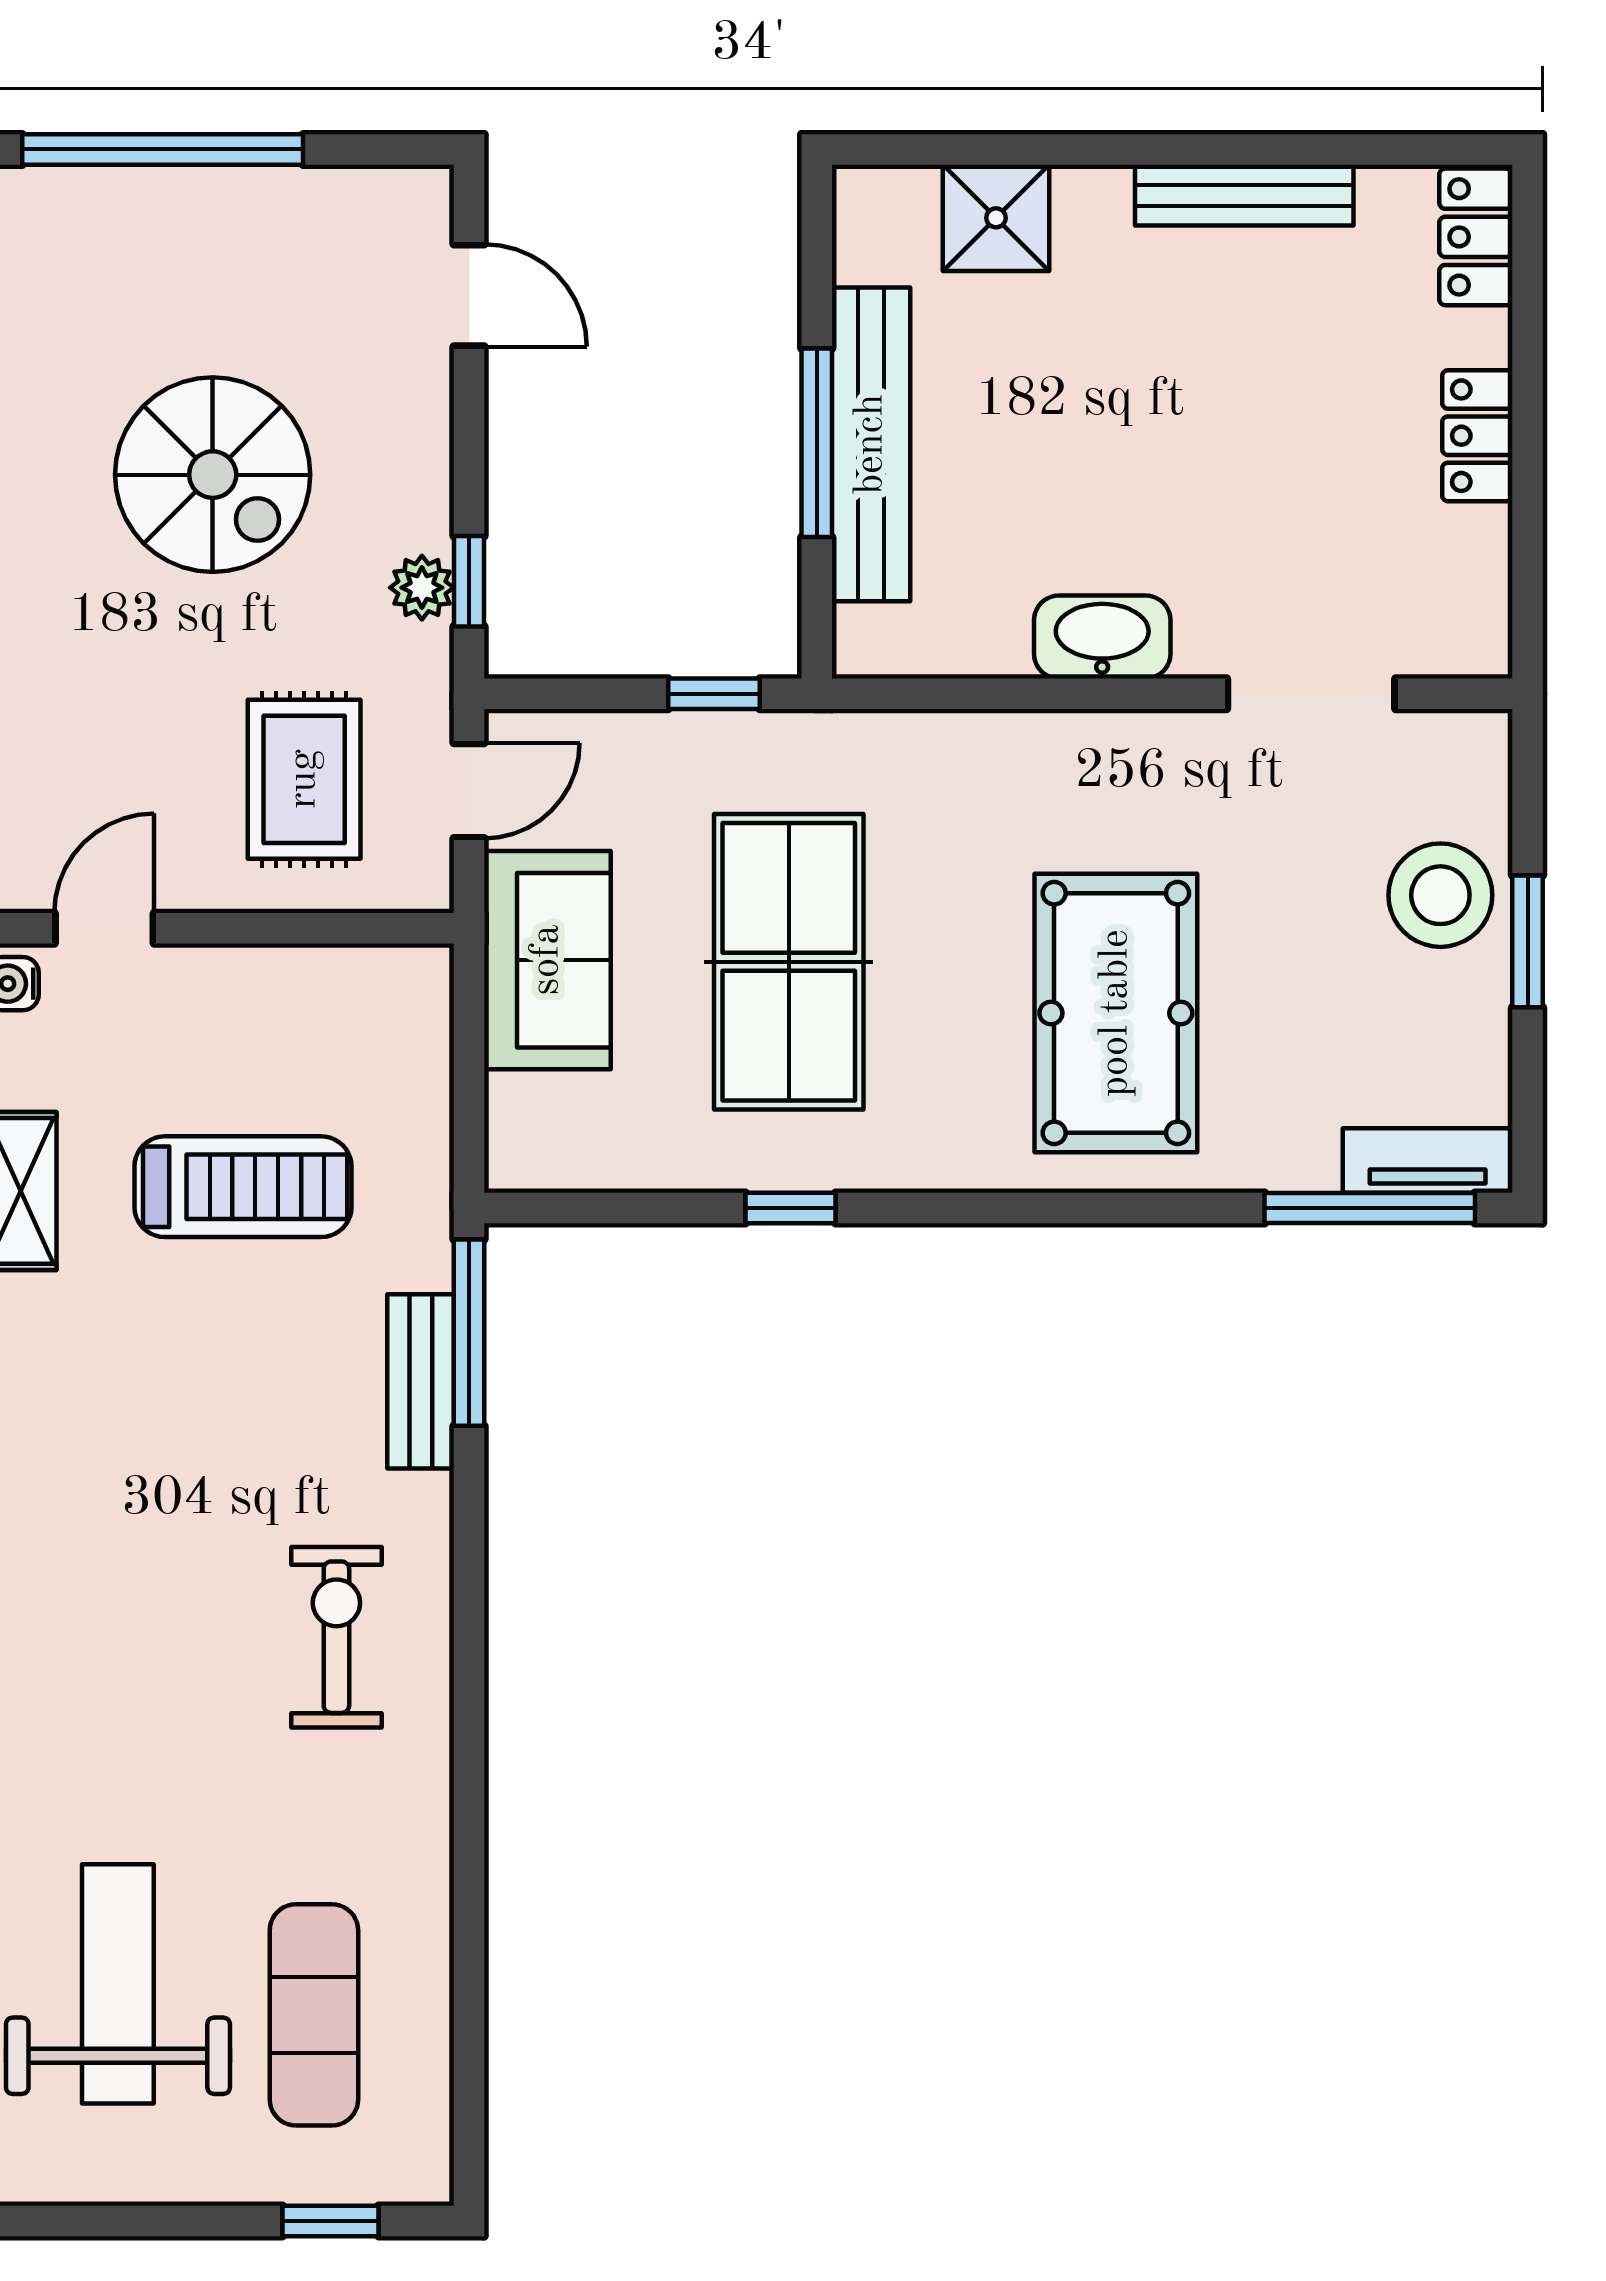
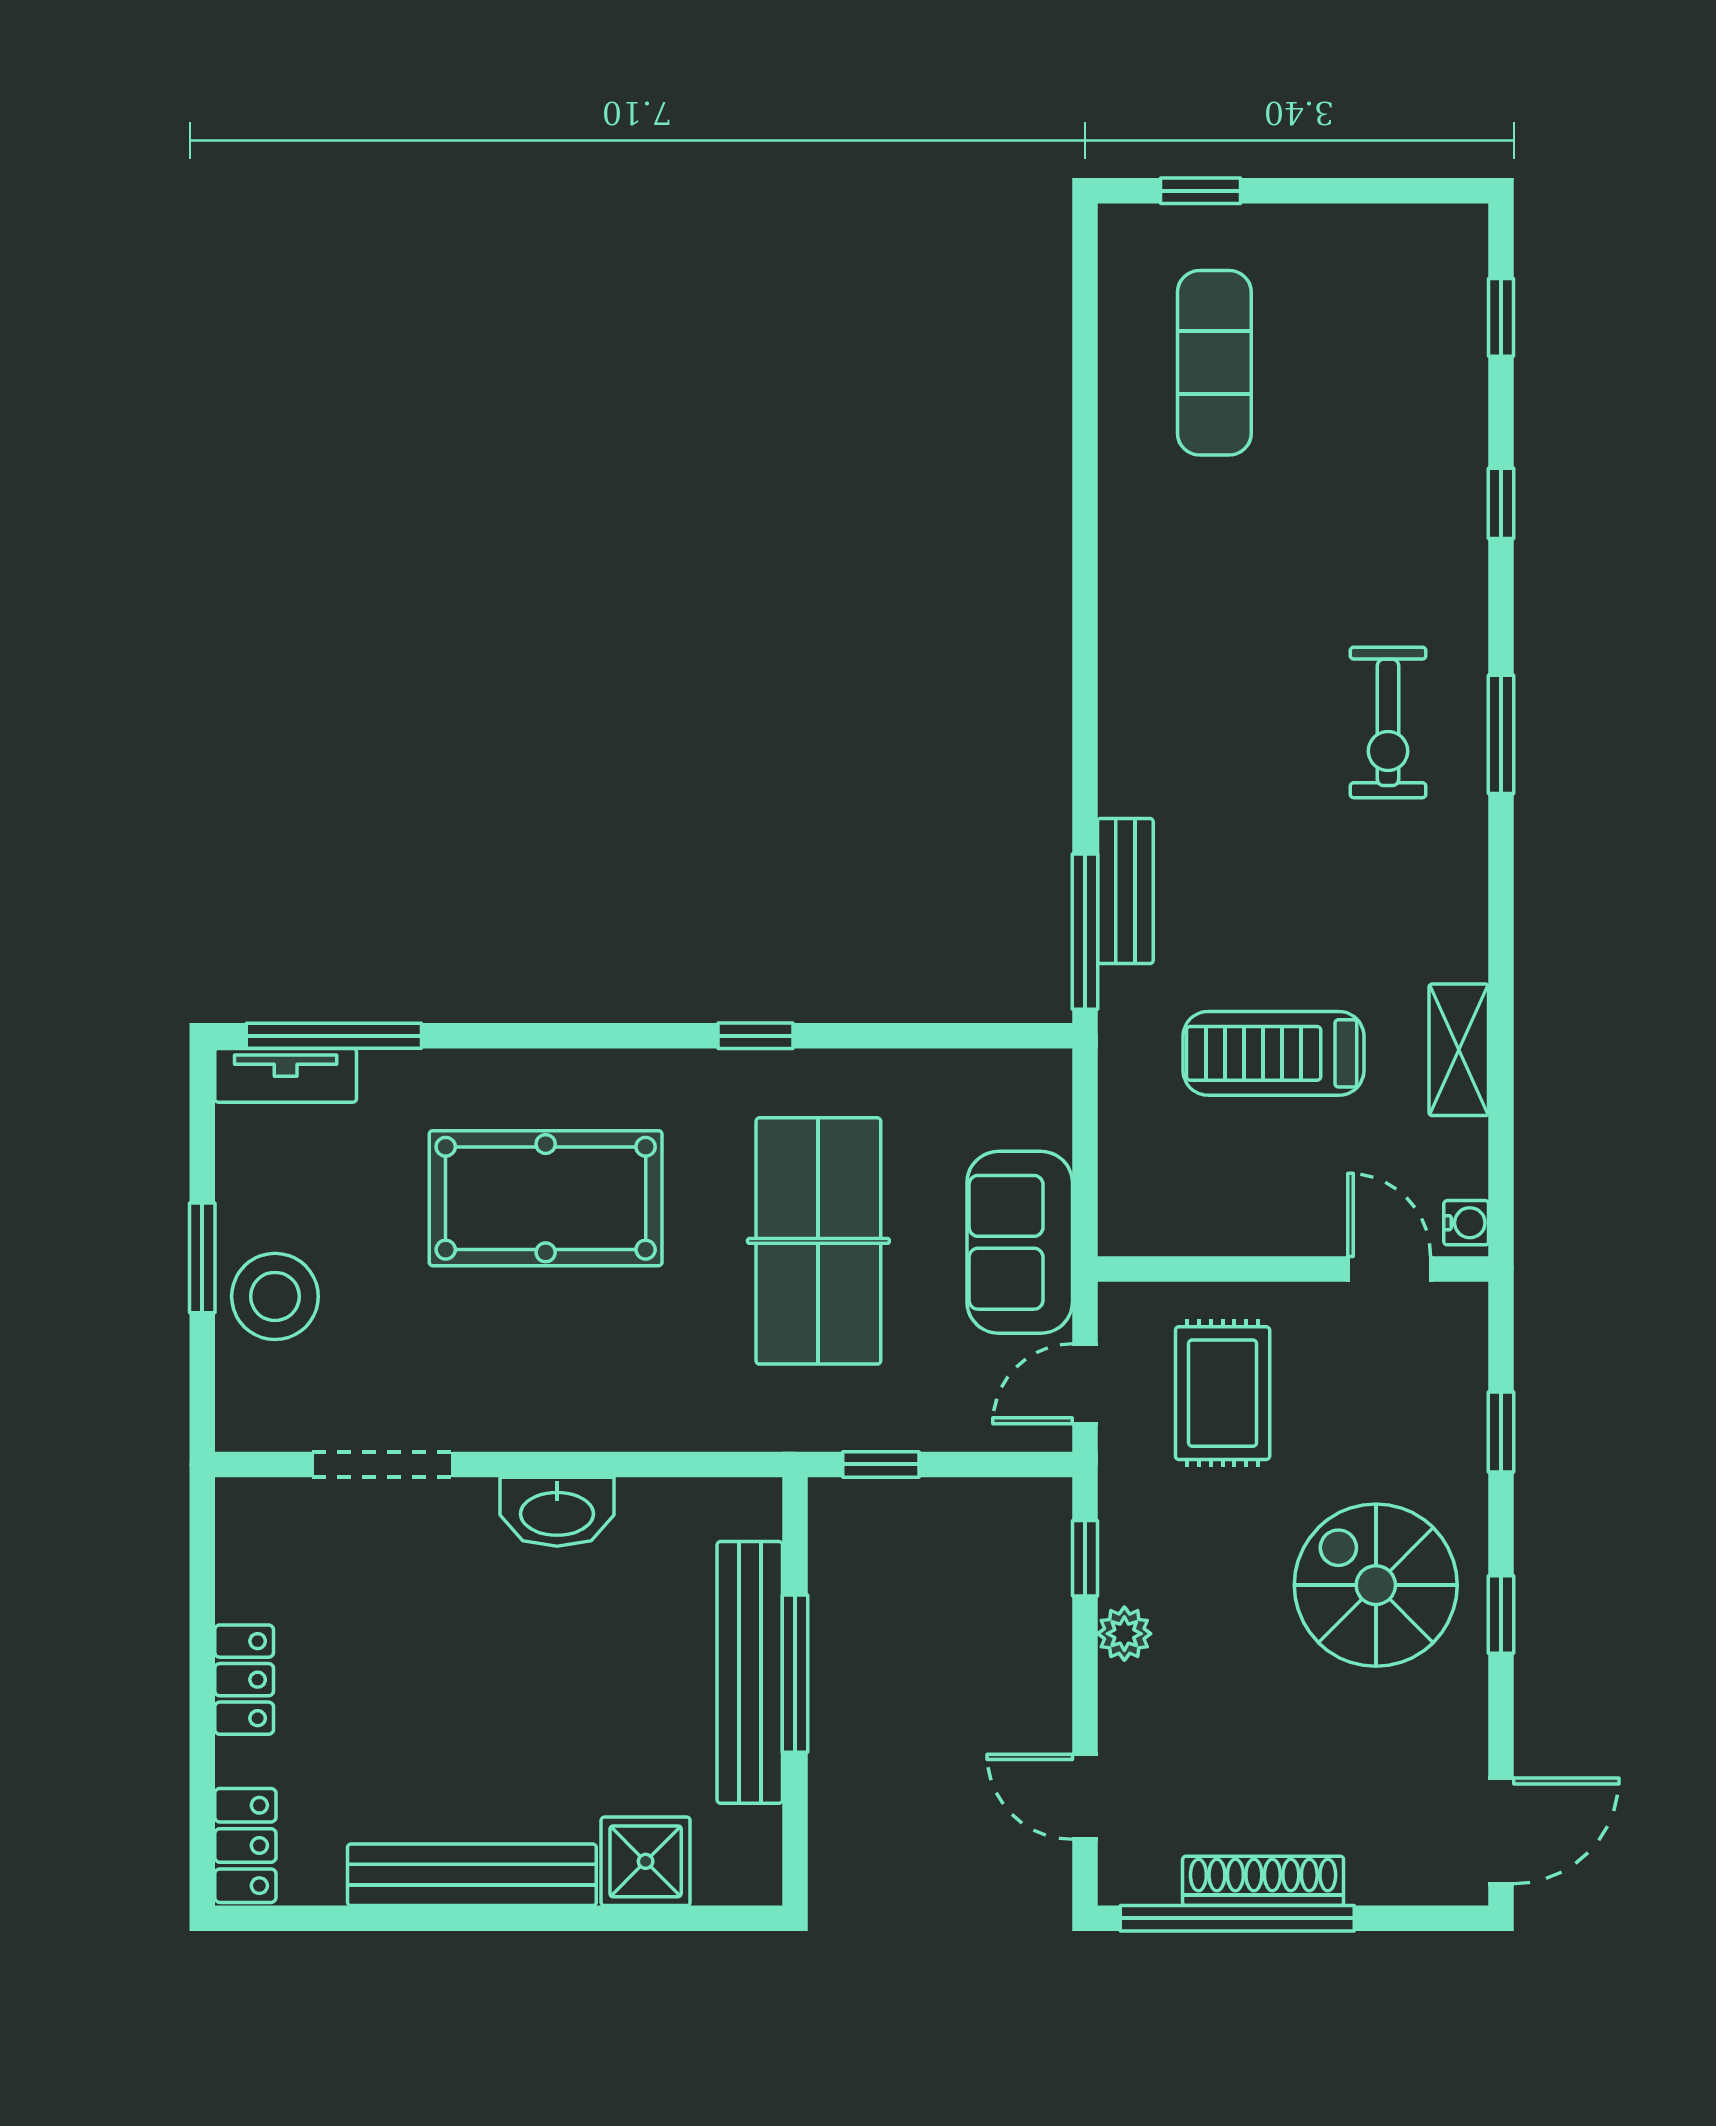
window: (163, 149) -> (1237, 1918), moved
shoe rack: (255, 194) -> (1263, 1881), added
bench: (1244, 195) -> (472, 1875), width x1.37, depth x1.21
spiral stairs: (213, 475) -> (1376, 1585), moved
plant: (422, 588) -> (1124, 1634), moved
door: (104, 928) -> (1389, 1269), swing flipped
pool table: (1116, 1013) -> (546, 1198), turned 90
window: (790, 1208) -> (756, 1036), moved
exercise bike: (336, 1637) -> (1388, 722), moved
weight bench: (118, 1984) -> (1378, 389), removed

